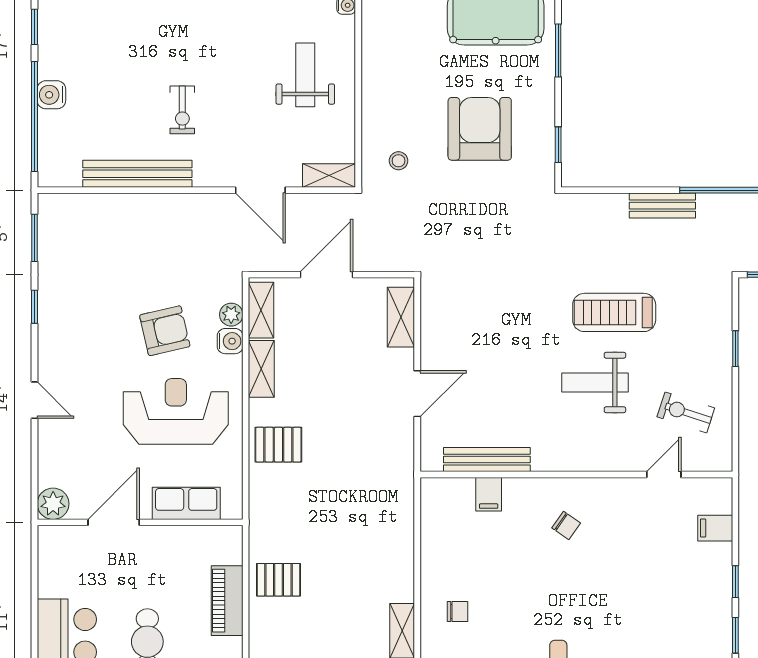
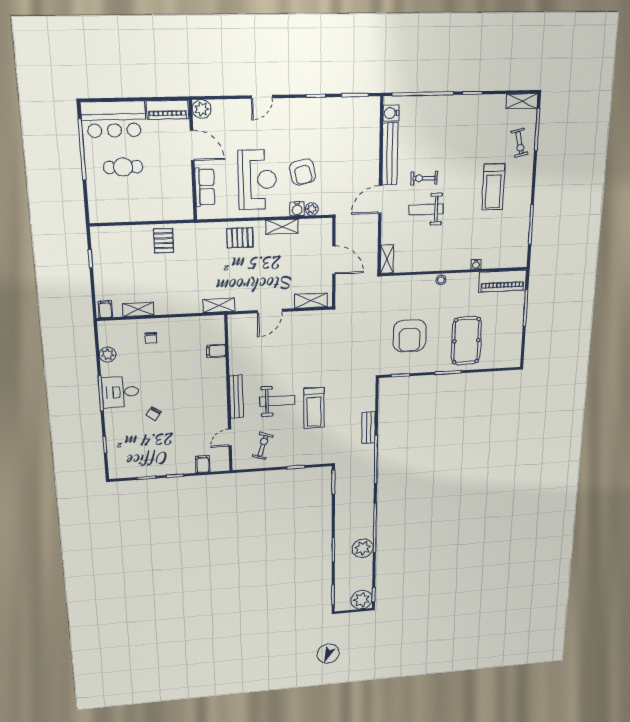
weight bench: (305, 75) -> (426, 209), moved, turned 180
water cooler: (51, 95) -> (391, 113), moved, turned -90
armchair: (480, 129) -> (410, 336), turned 90
stool: (399, 161) -> (441, 280), moved
door: (260, 190) -> (380, 200), moved
shelving: (261, 310) -> (219, 305), moved
treadmill: (614, 312) -> (314, 408), turned 180
weight bench: (595, 382) -> (277, 401), turned 90
door: (417, 394) -> (270, 311), hinge flipped
pallet: (278, 445) -> (240, 238), turned 90
bench: (487, 460) -> (236, 397), moved
door: (664, 474) -> (230, 438), swing flipped
chair: (566, 526) -> (154, 414), moved
piano: (227, 601) -> (167, 110), moved, turned 180

